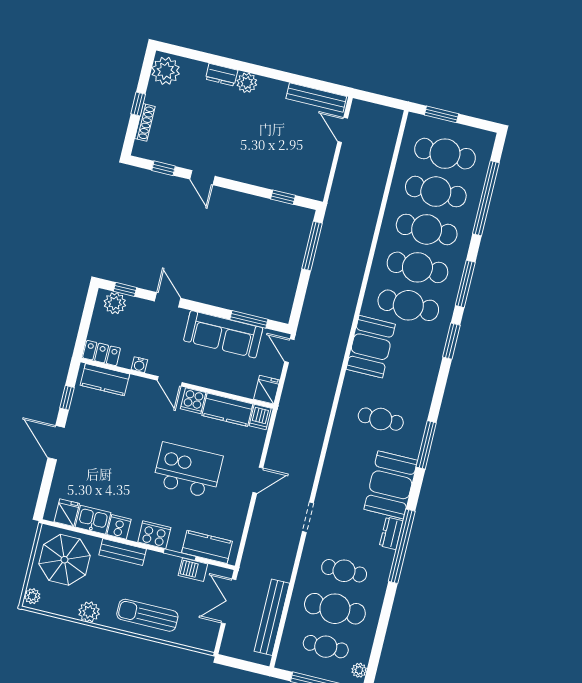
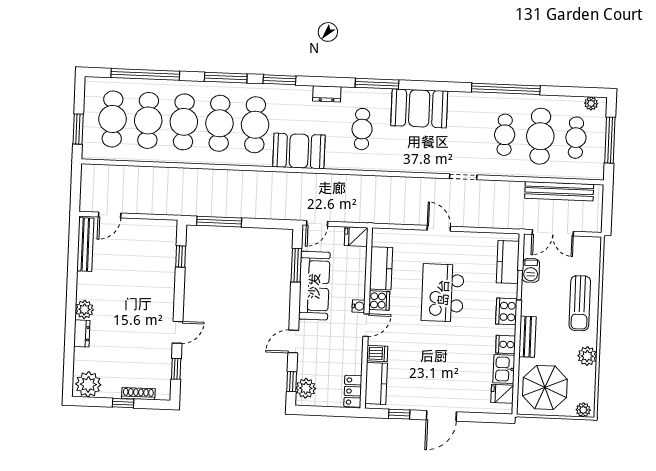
water cooler: (139, 365) -> (358, 306), moved
dishwasher: (260, 417) -> (377, 353), moved
dresser: (391, 533) -> (327, 94), moved
window: (402, 546) -> (506, 89), moved

